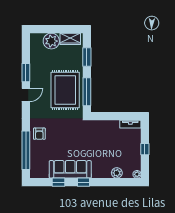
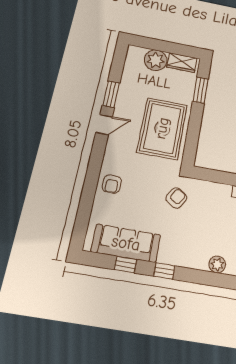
window: (87, 92) -> (193, 137), removed
armchair: (83, 135) -> (176, 198), added
window: (26, 150) -> (86, 206), removed
sofa: (70, 169) -> (126, 243), moved

